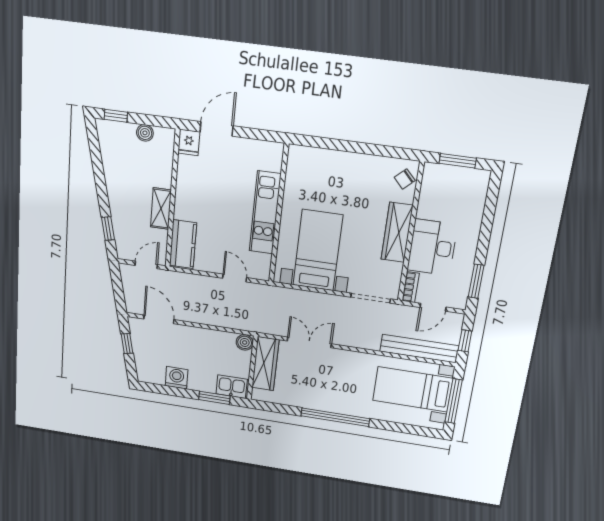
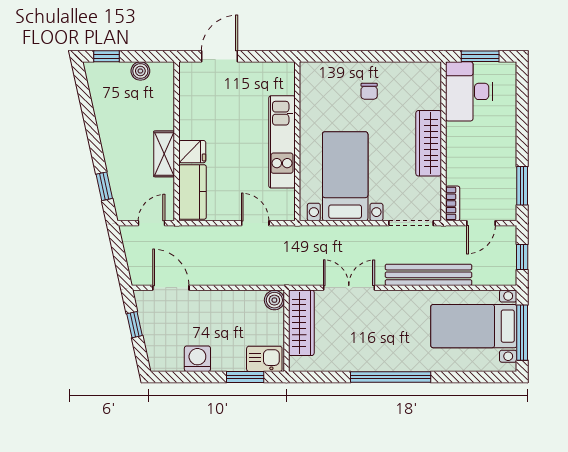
fridge: (189, 142) -> (192, 152), moved, turned -90
chair: (405, 179) -> (369, 91), moved, turned -47
desk: (432, 247) -> (469, 91), moved
bench: (419, 349) -> (429, 275), moved

